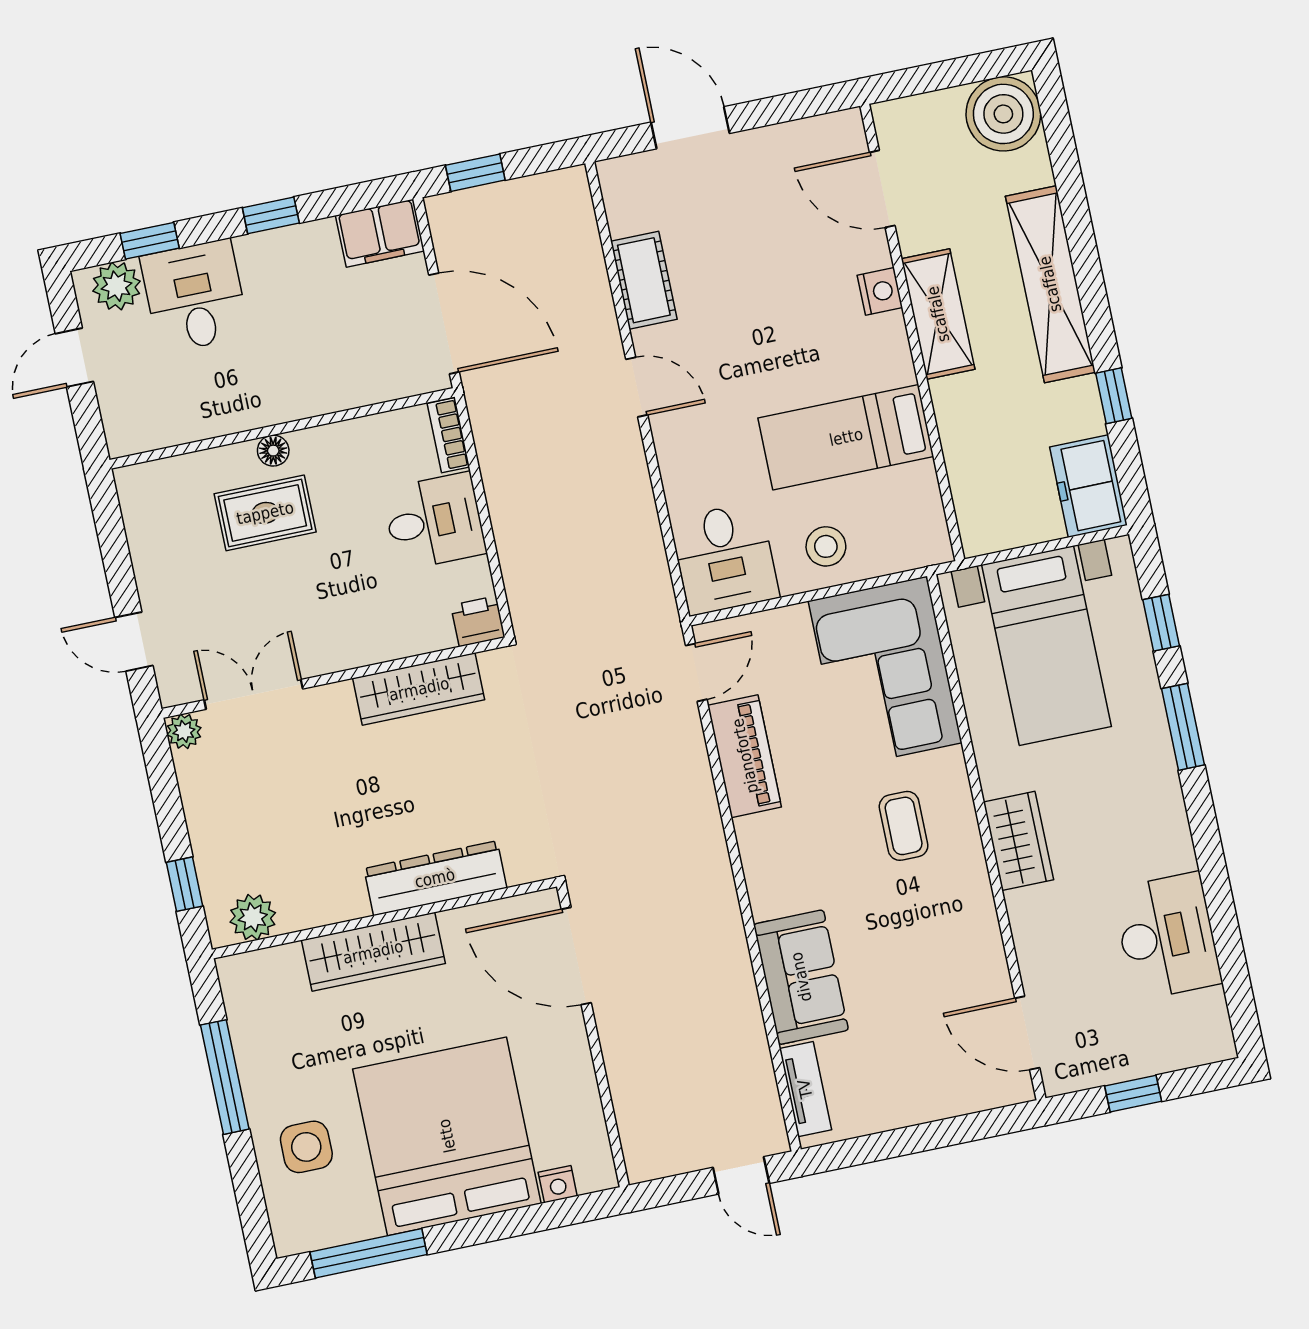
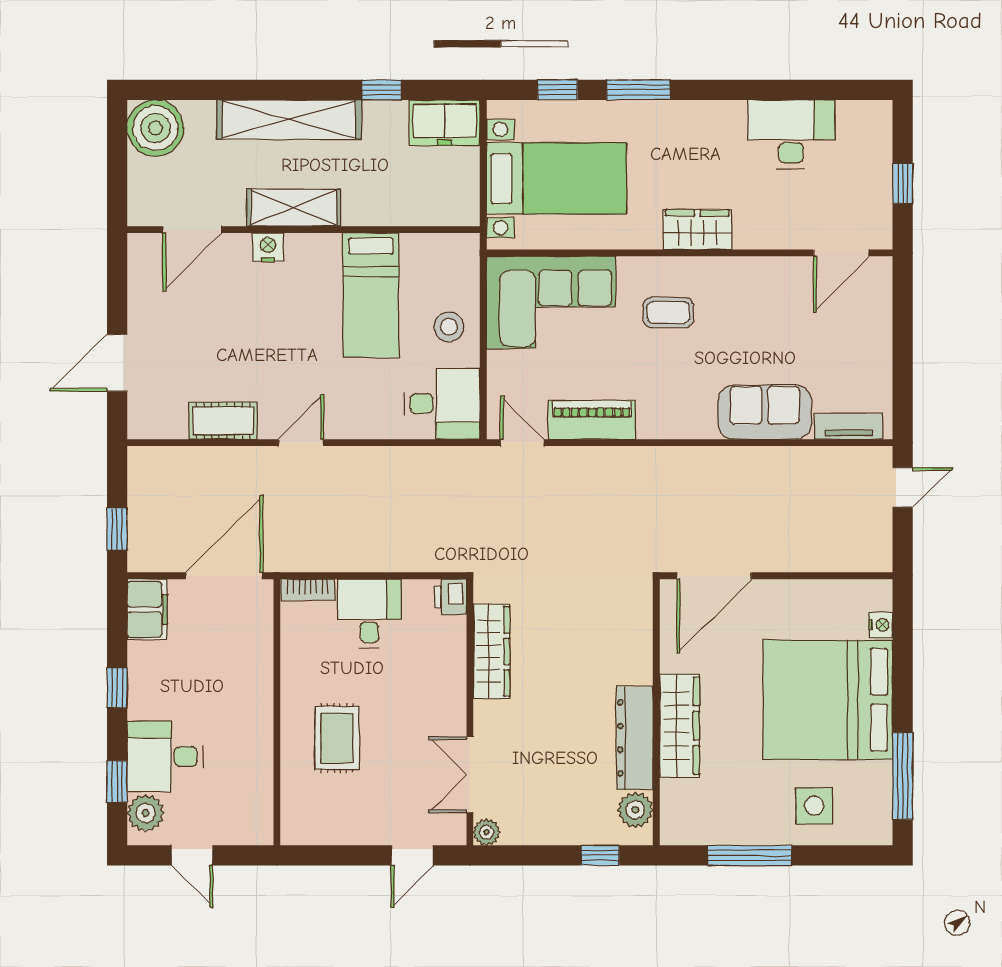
floor lamp: (273, 451) -> (292, 722), removed
dresser: (435, 878) -> (635, 738), moved

